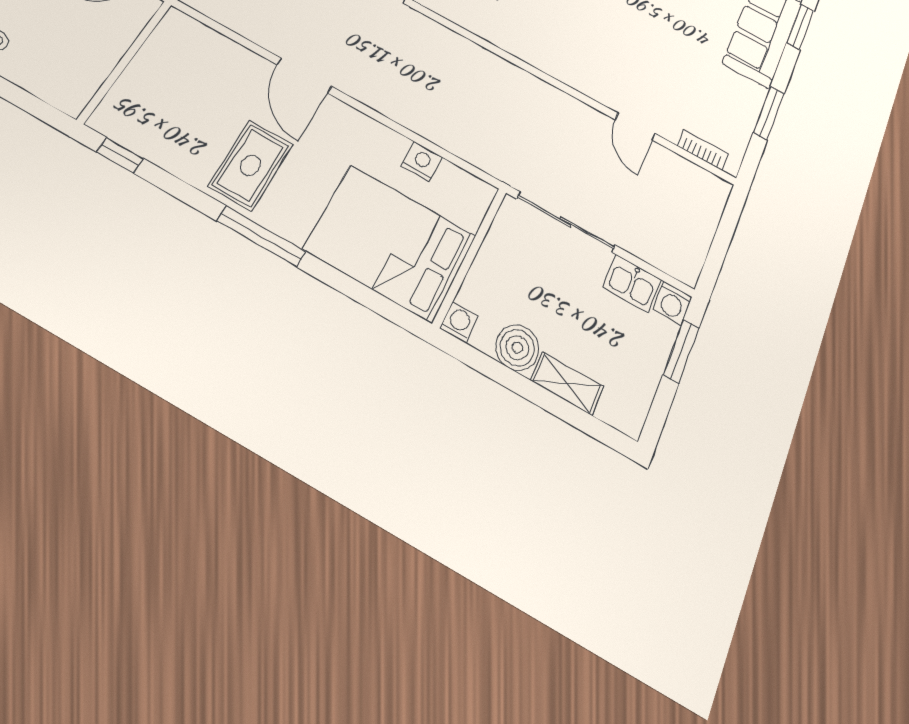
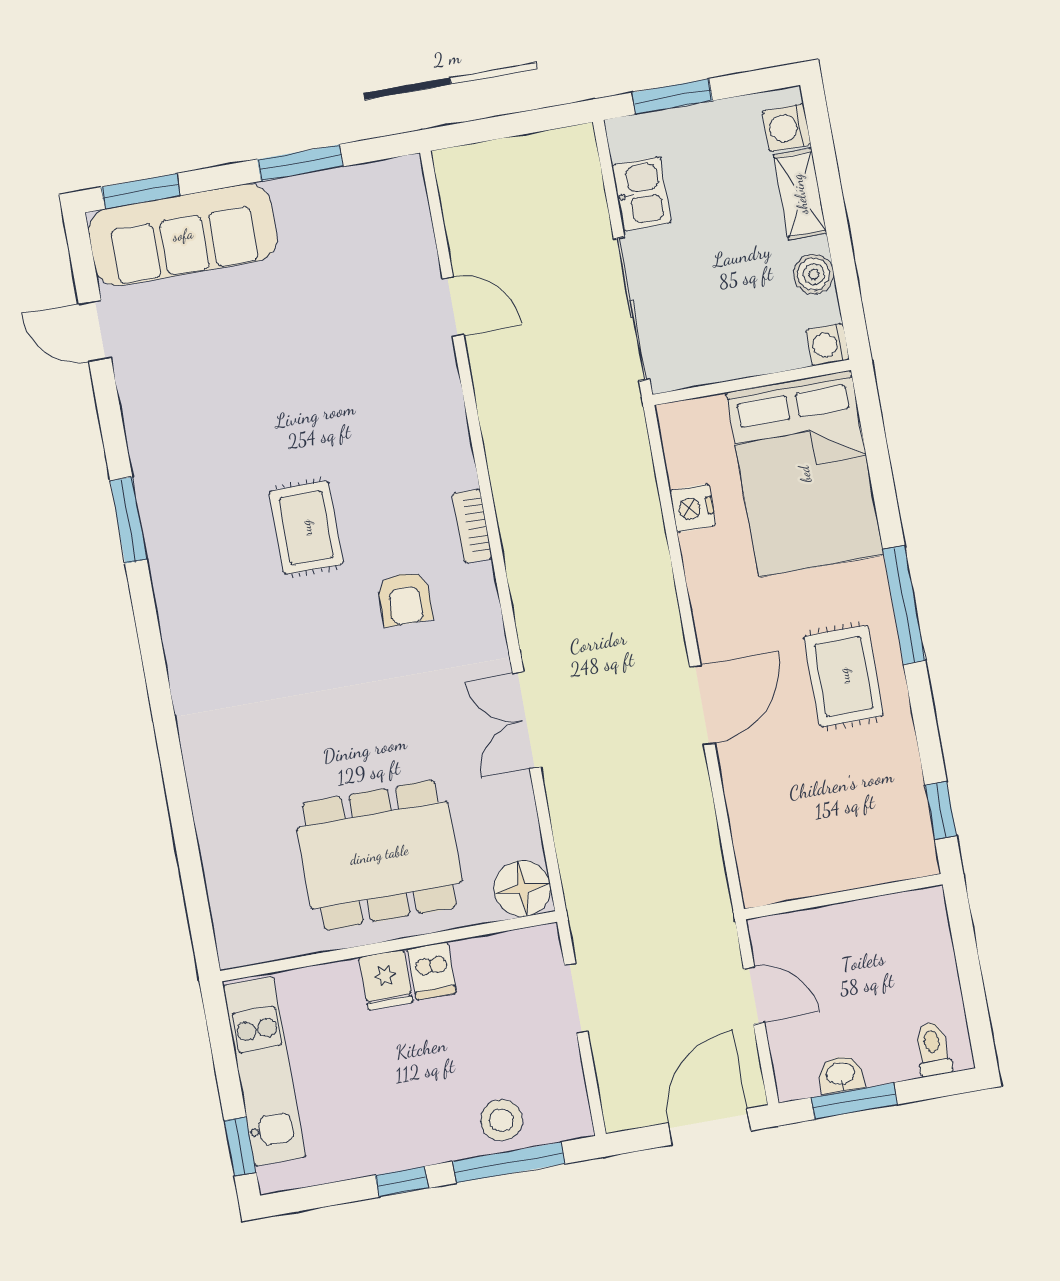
door: (635, 127) -> (453, 307), hinge flipped
bookcase: (703, 150) -> (472, 526), moved
rug: (251, 165) -> (844, 676), turned 90
washing machine: (672, 303) -> (787, 128), moved, turned 180
boiler: (517, 348) -> (814, 274), width x0.73, depth x0.73

